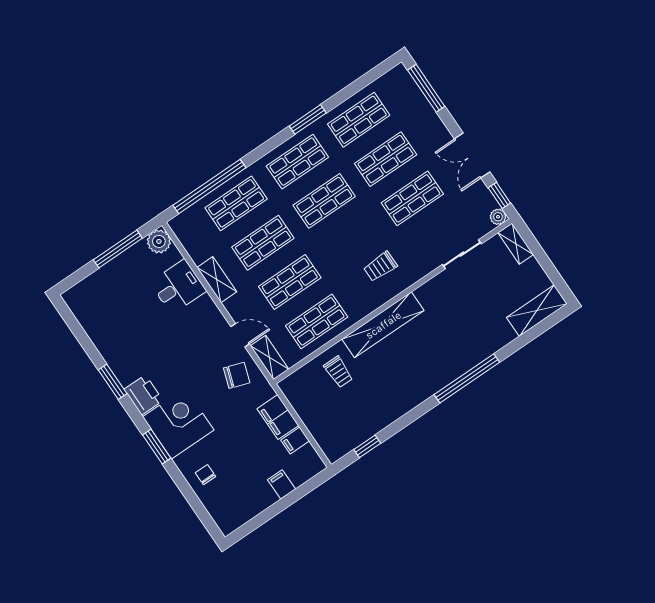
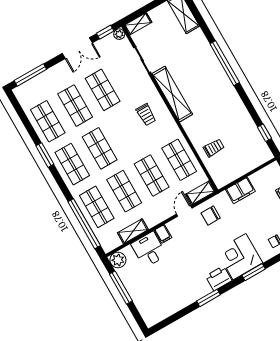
shelving: (217, 280) -> (133, 231), moved
shelving: (383, 325) -> (172, 94), moved
chair: (237, 375) -> (211, 216), turned -109
filing cabinet: (295, 440) -> (163, 234), moved

